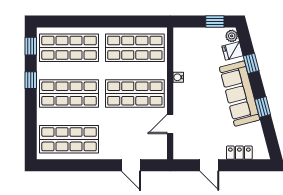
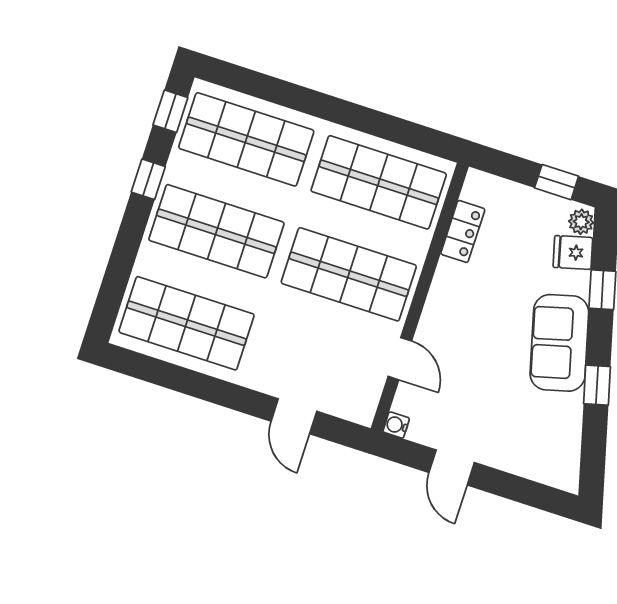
water cooler: (178, 77) -> (396, 425), moved
sofa: (240, 94) -> (559, 343), width x0.73
door: (170, 124) -> (400, 359), swing flipped
locker: (239, 153) -> (463, 231), moved, turned 90

